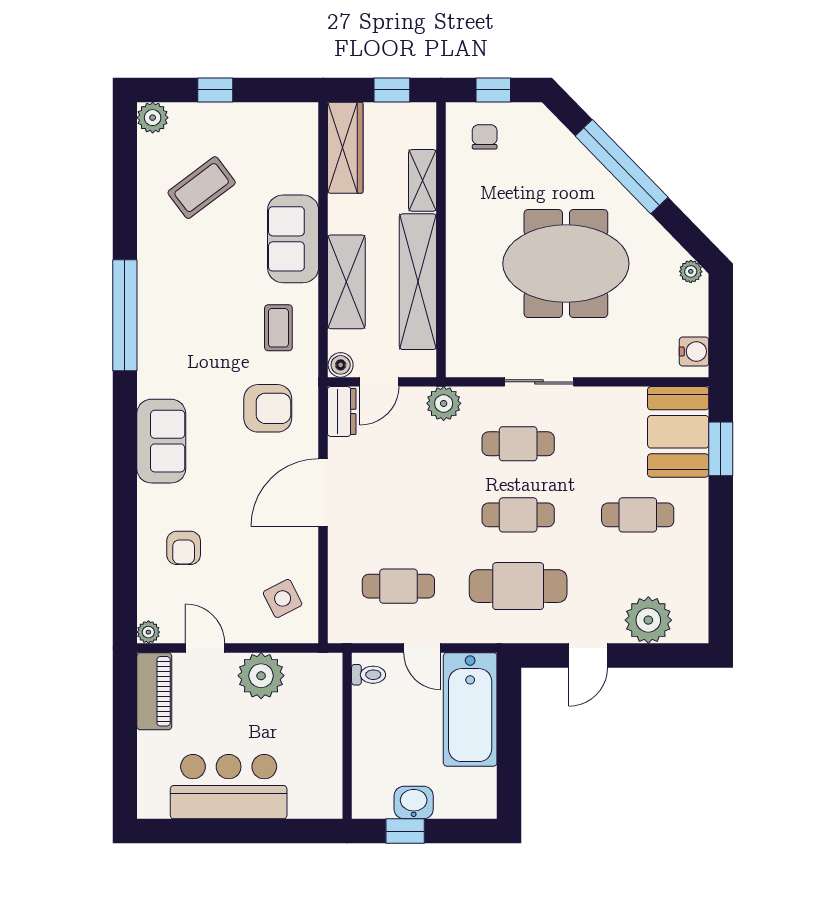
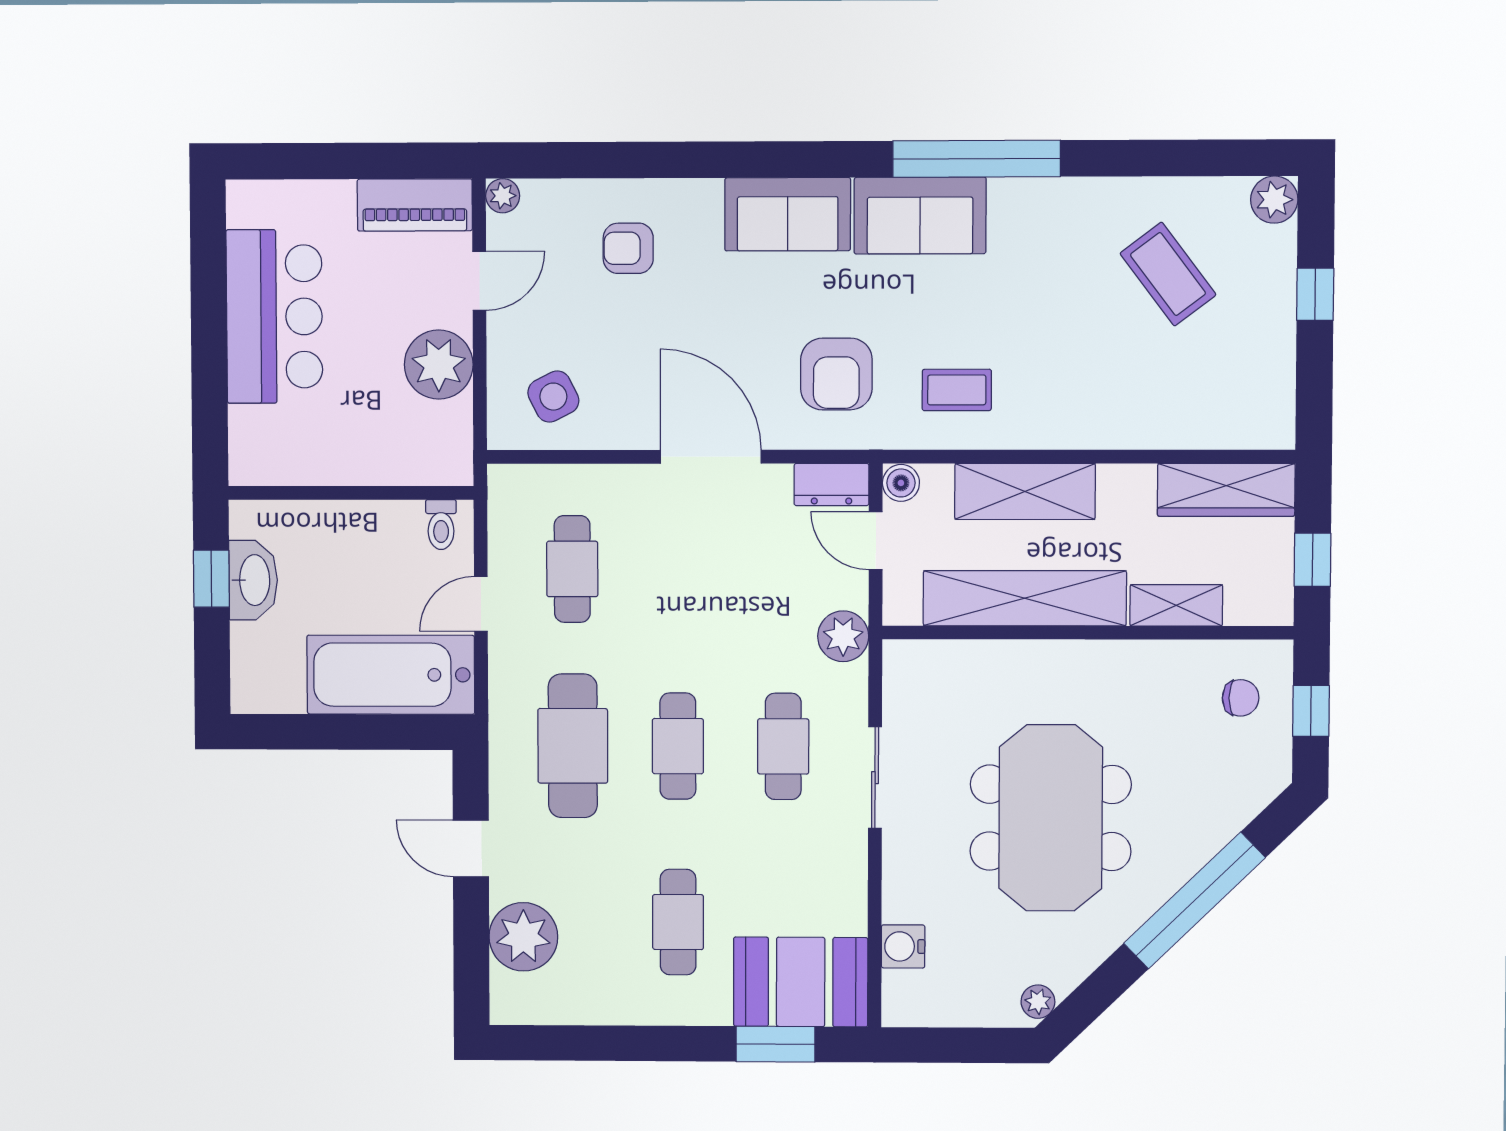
sofa: (293, 239) -> (920, 216), moved, turned 180
water cooler: (694, 352) -> (903, 946), moved, turned 90
washbasin: (414, 802) -> (253, 580), width x1.38

